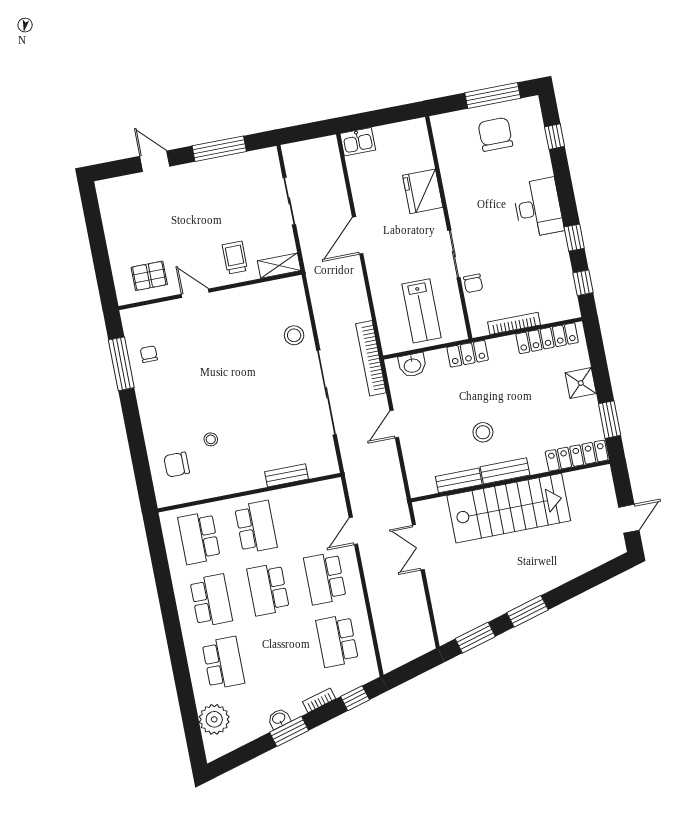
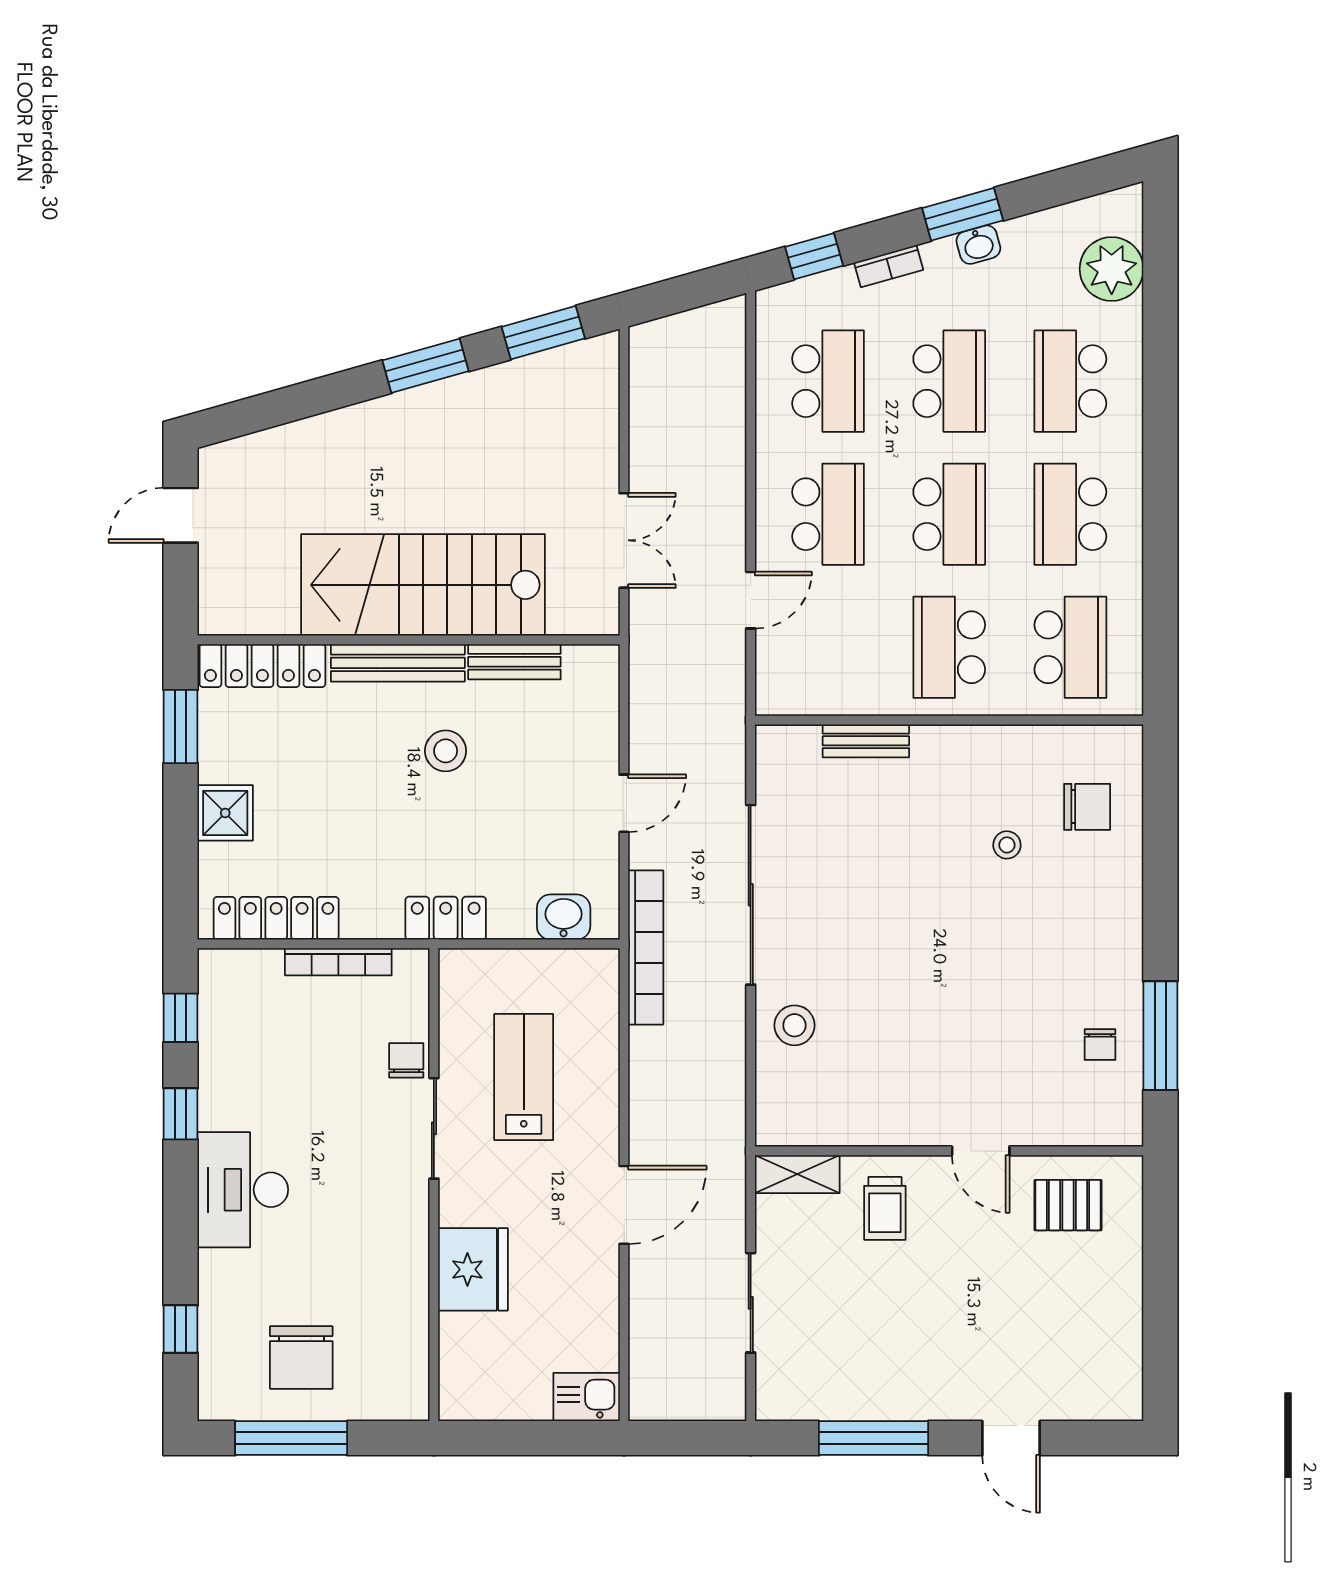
lab bench: (421, 311) -> (524, 1077), moved
bench: (505, 471) -> (398, 663), width x1.36
school desk: (280, 652) -> (949, 381), added

